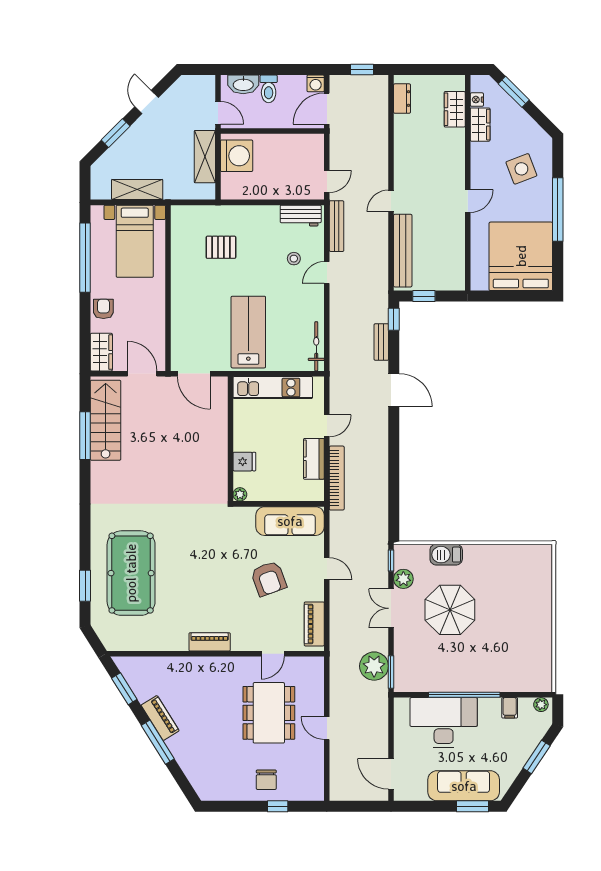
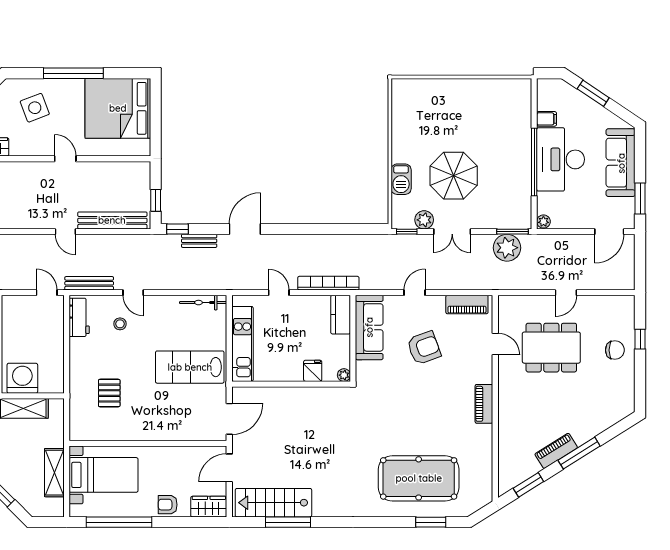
kitchen counter: (314, 459) -> (341, 315), moved, turned 90
plant: (541, 705) -> (543, 222), moved
desk: (444, 723) -> (561, 159), moved
window: (473, 806) -> (640, 199), moved

